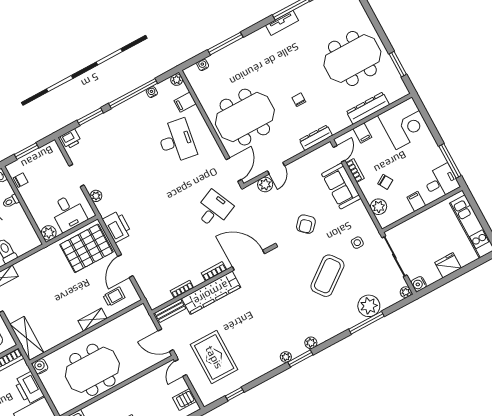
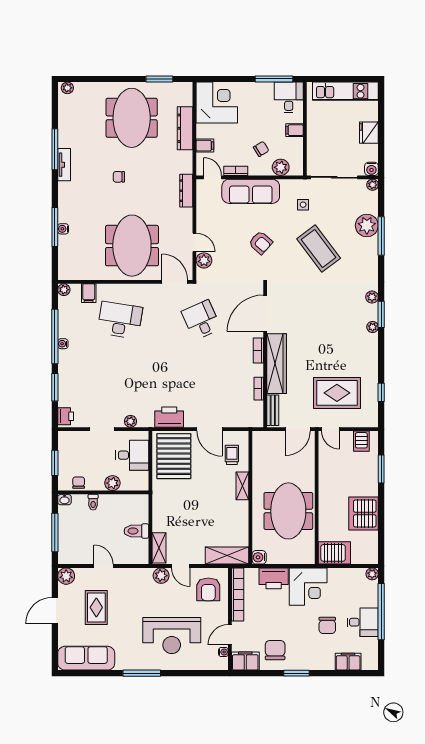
water cooler: (203, 65) -> (63, 229), moved
water cooler: (152, 92) -> (63, 344), moved
chair: (299, 100) -> (119, 177), moved
sofa: (341, 186) -> (251, 191), width x1.36
plant: (49, 233) -> (112, 483), moved

